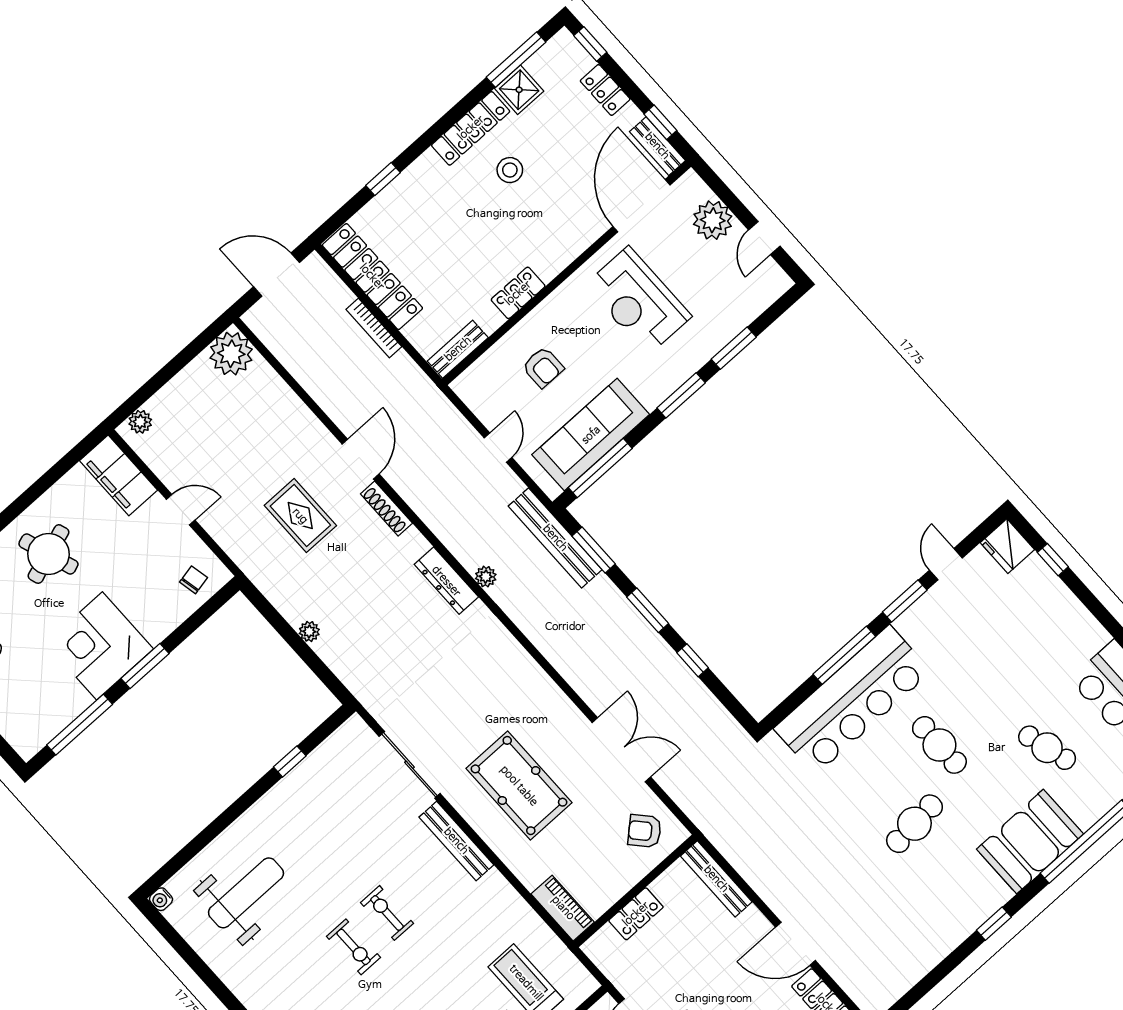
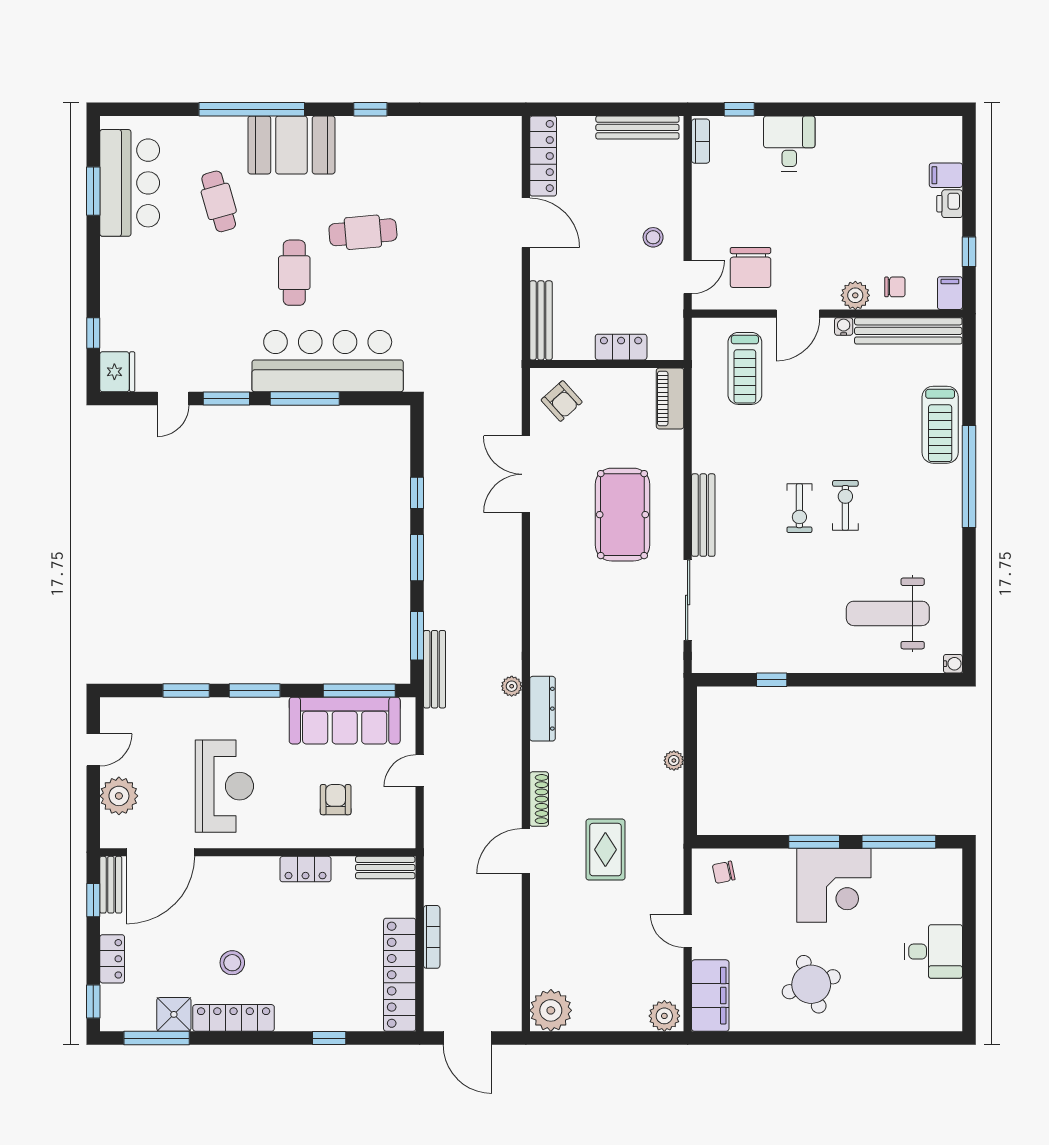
plant: (140, 422) -> (664, 1016), width x1.38, depth x1.38
bench: (555, 538) -> (435, 669), width x0.73, depth x0.82

